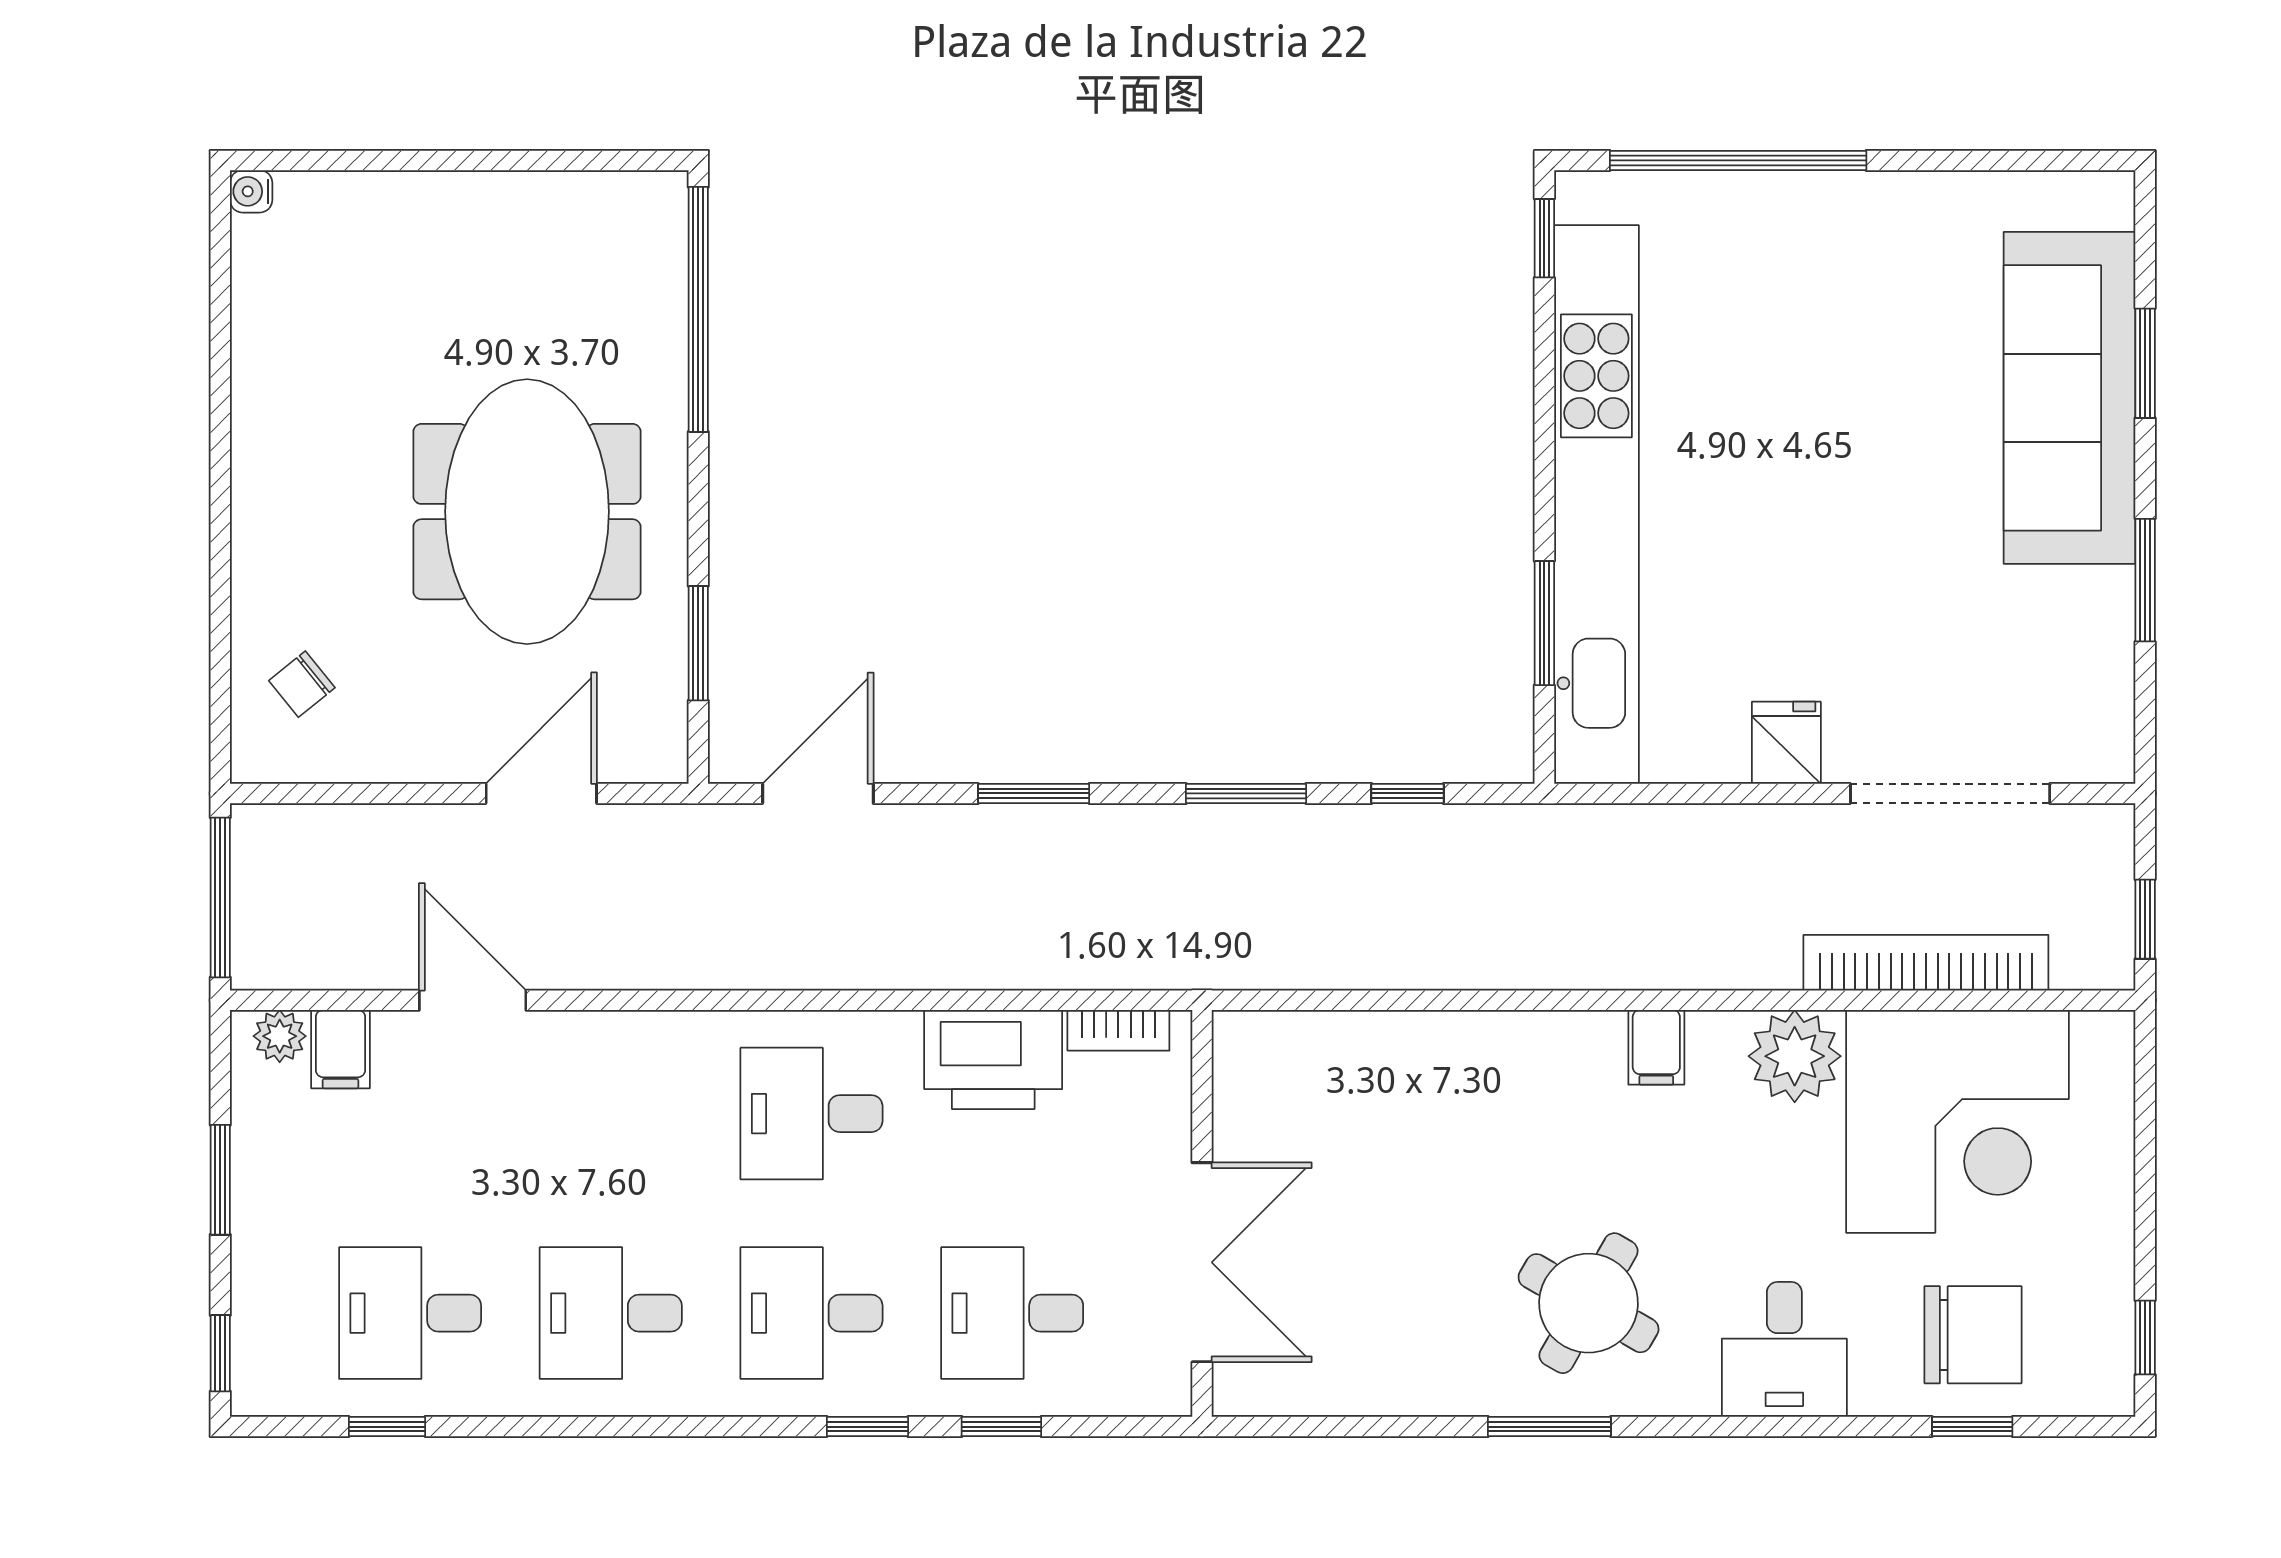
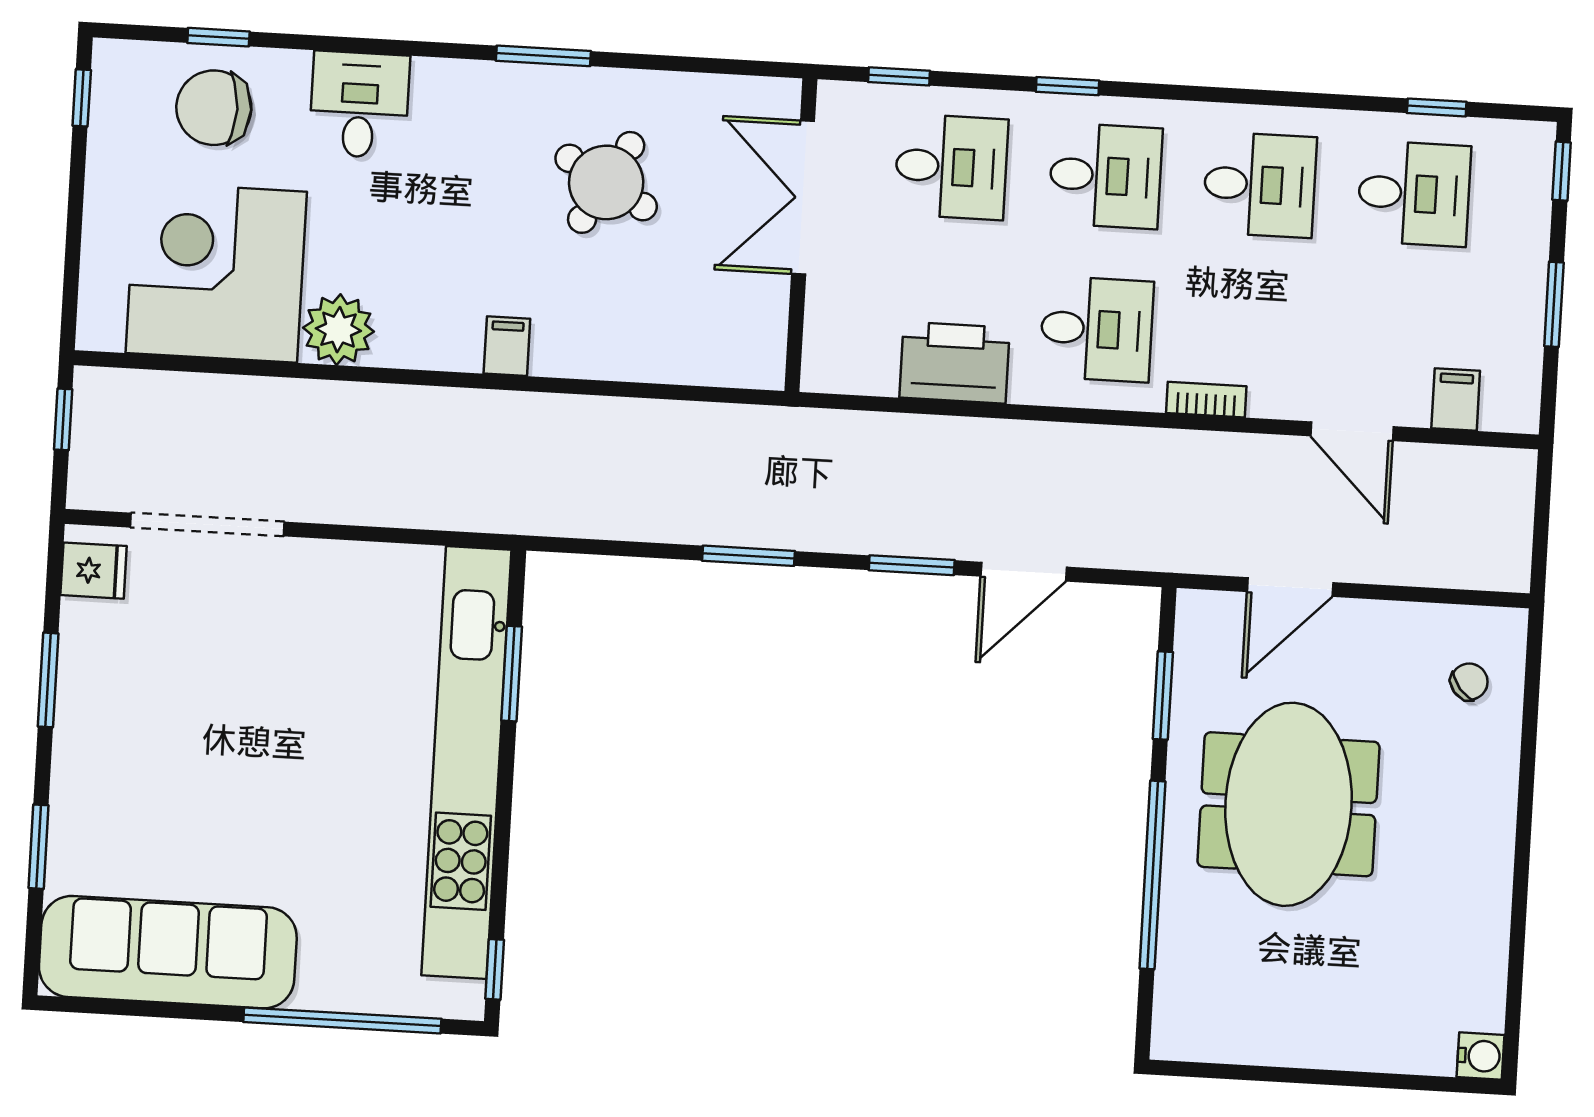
water cooler: (251, 191) -> (1481, 1056), width x1.38, depth x1.38
window: (698, 309) -> (1152, 875), moved
sofa: (2069, 398) -> (168, 952), moved, turned -90
fridge: (1786, 743) -> (94, 571), moved, turned -90
door: (818, 793) -> (1024, 572), moved
window: (1408, 793) -> (624, 549), removed
window: (220, 897) -> (1541, 521), removed
bookcase: (1926, 963) -> (233, 396), removed
bookcase: (1118, 1030) -> (1206, 400), moved
plant: (280, 1036) -> (1502, 412), removed
filing cabinet: (1656, 1047) -> (507, 346), moved
round table: (1589, 1303) -> (606, 182), moved
window: (1001, 1427) -> (899, 76), moved

